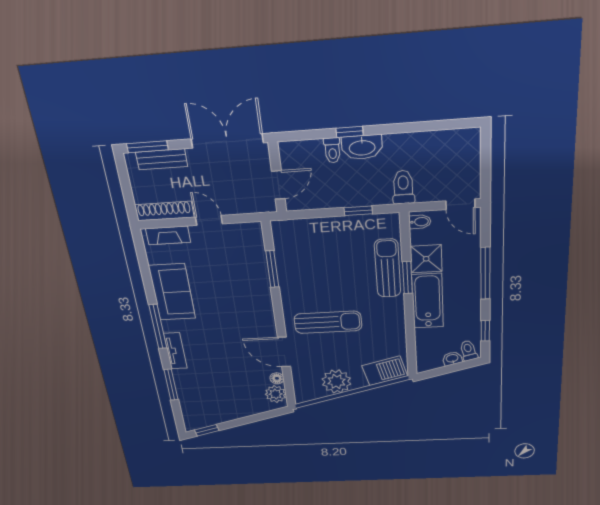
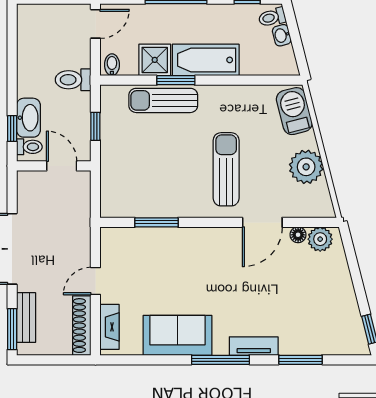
wall: (277, 178) -> (54, 166), moved
door: (278, 185) -> (62, 166), moved

